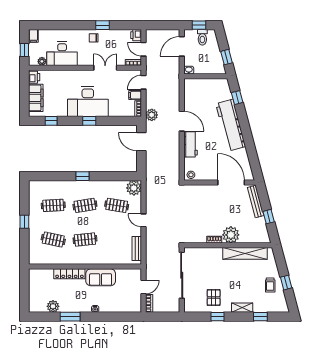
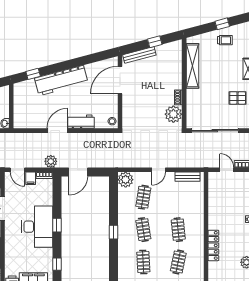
plant: (231, 235) -> (173, 114), moved
sofa: (101, 277) -> (217, 214), removed

